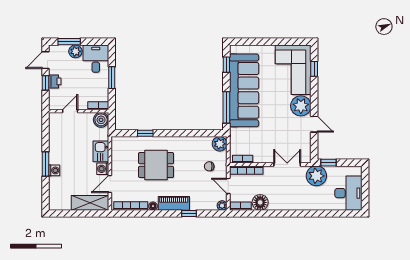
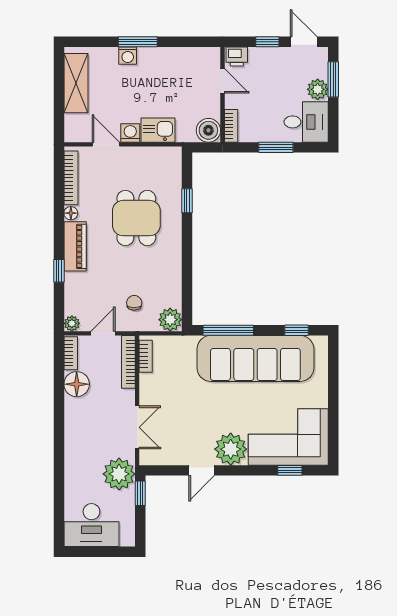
printer: (55, 81) -> (237, 57), moved
shelving: (90, 203) -> (76, 83), moved

